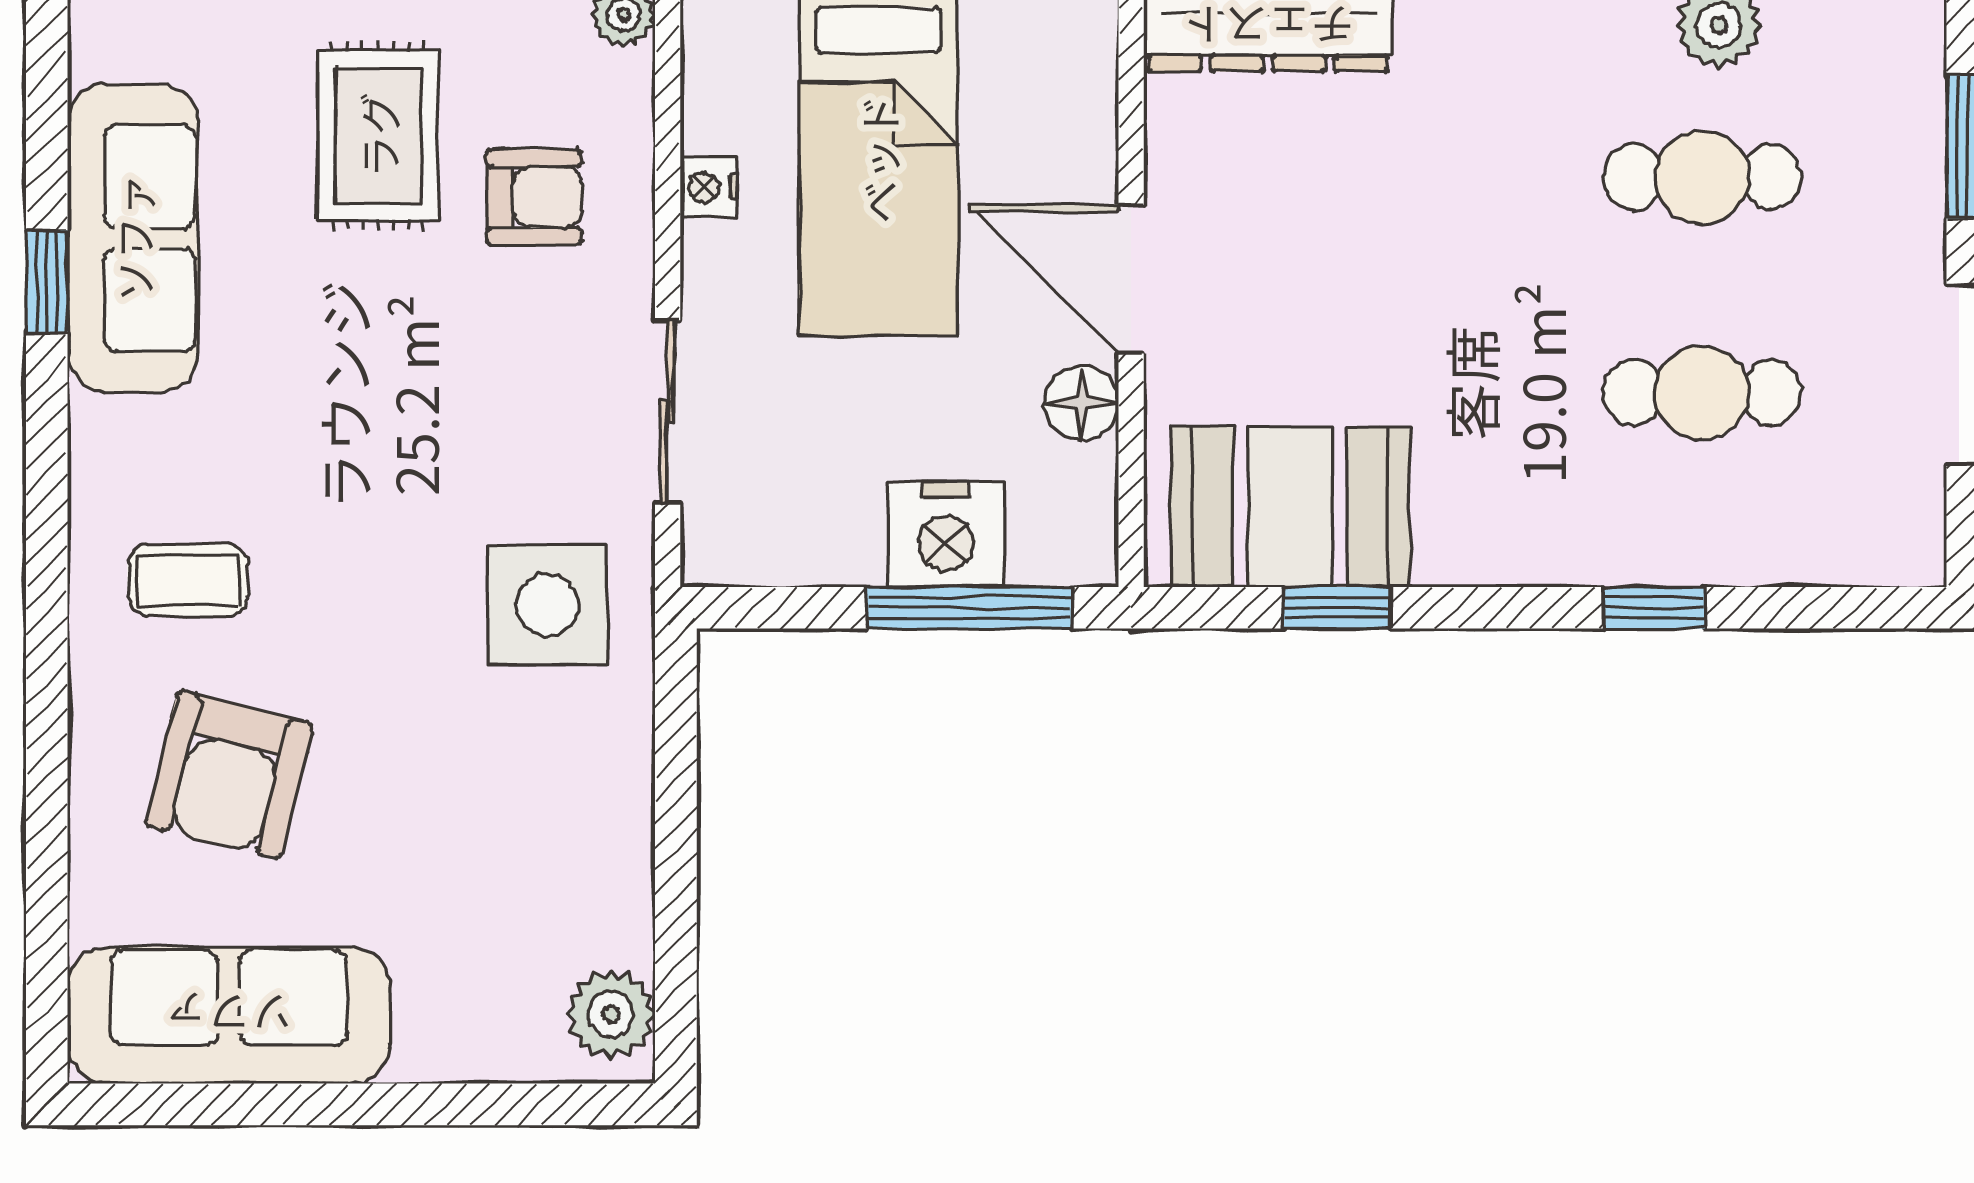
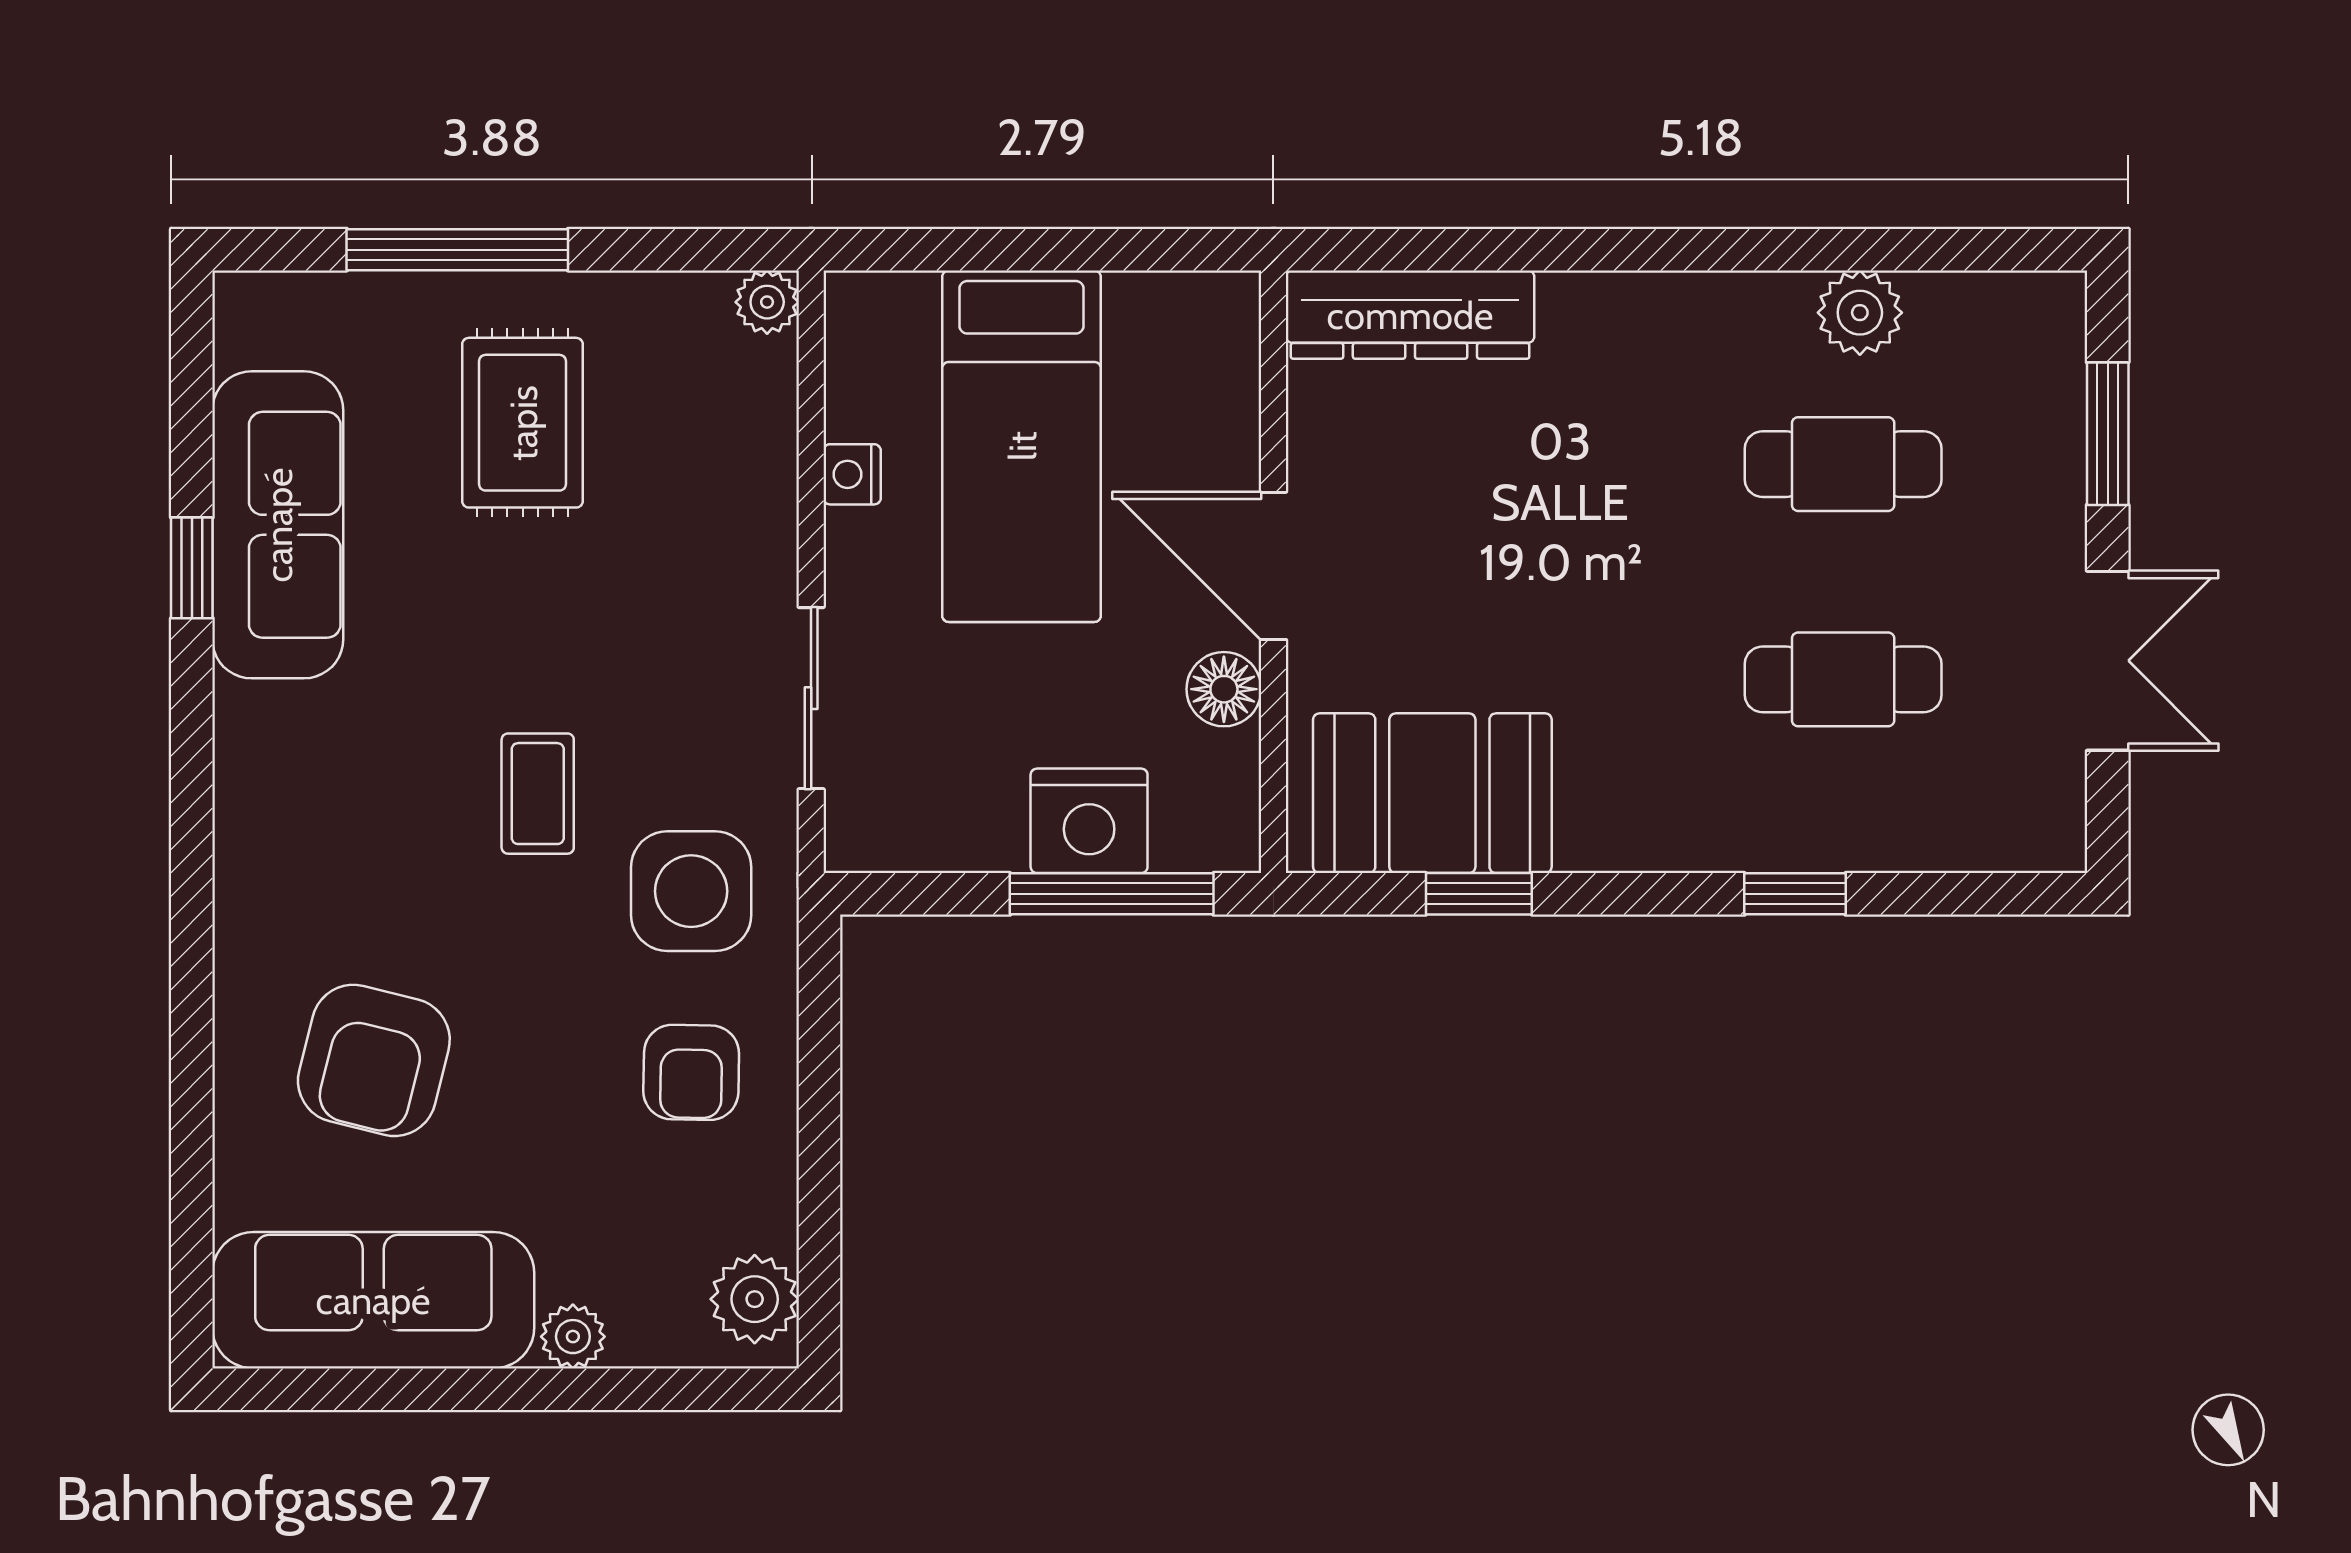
armchair: (534, 197) -> (691, 1072), moved, turned 91
coffee table: (188, 580) -> (538, 794), moved, turned 90
plant: (429, 1052) -> (573, 1337), added

